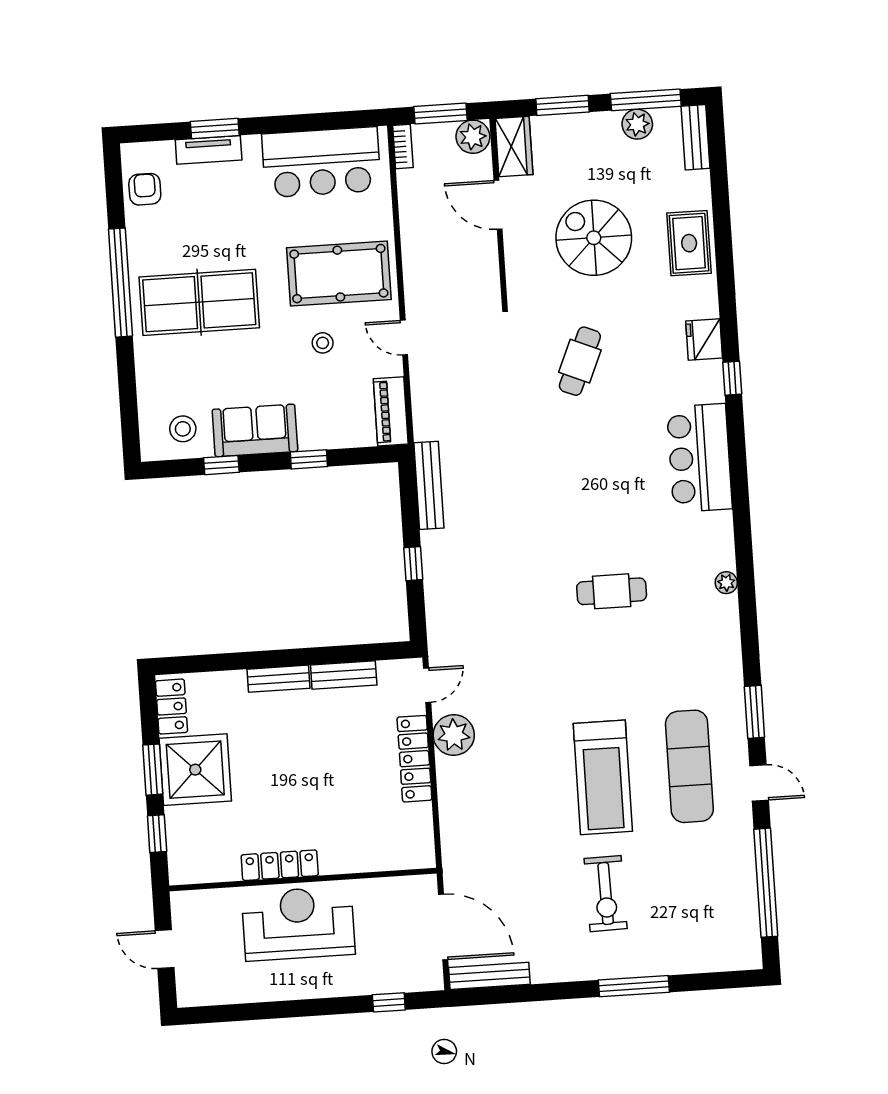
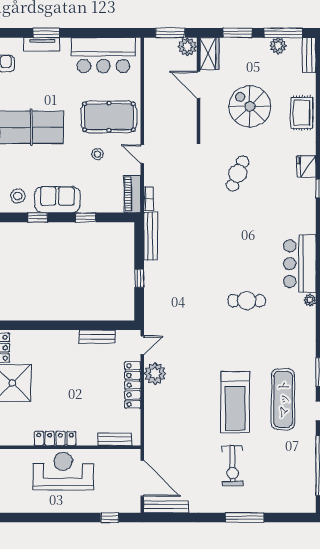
bookcase: (403, 146) -> (149, 199), moved
bar counter: (700, 458) -> (300, 264), moved
bench: (278, 679) -> (115, 439), moved

